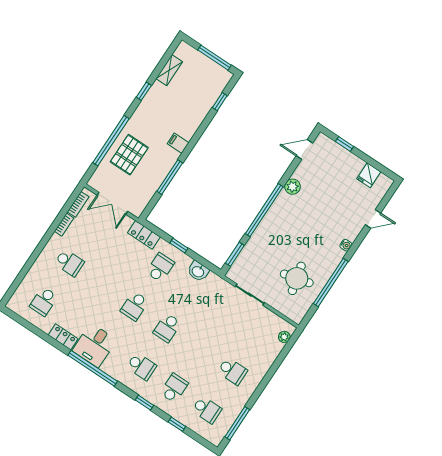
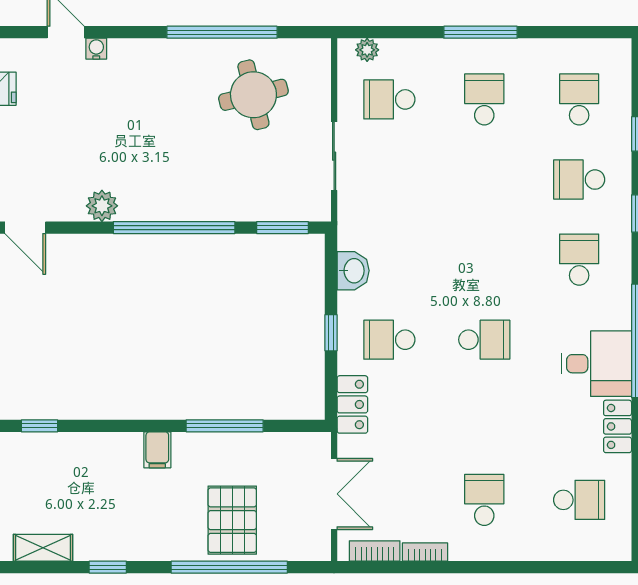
pallet: (129, 155) -> (232, 520), turned 90
water cooler: (346, 245) -> (96, 49), moved
school desk: (167, 328) -> (389, 99), moved, turned 180
window: (237, 423) -> (480, 32), moved

